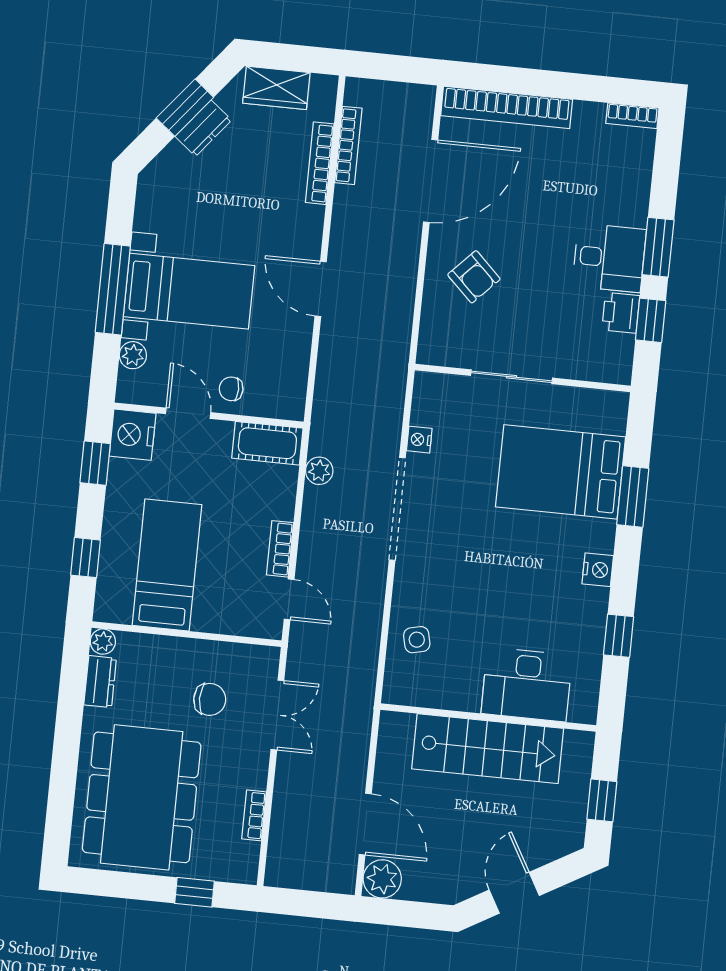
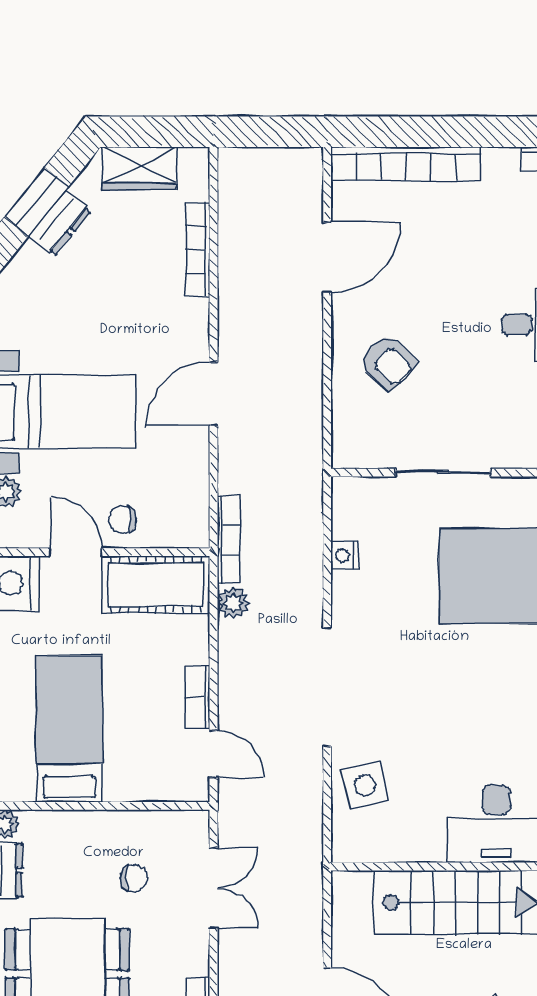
bookcase: (348, 145) -> (229, 540), moved
door: (431, 181) -> (327, 257), width x0.73
door: (321, 289) -> (213, 394), hinge flipped
cot: (267, 443) -> (156, 585), width x1.37, depth x1.34
doorway: (397, 509) -> (327, 687), moved
side table: (417, 640) -> (365, 785), width x1.37, depth x1.37
chair: (210, 699) -> (134, 878), width x0.73, depth x0.73

